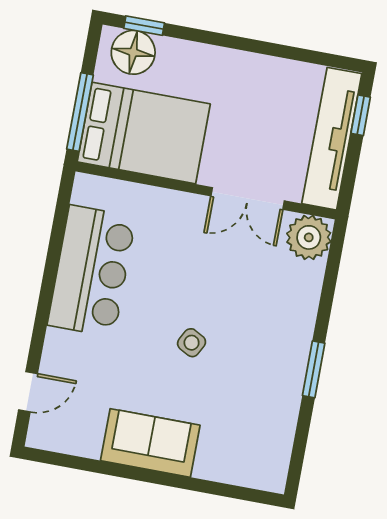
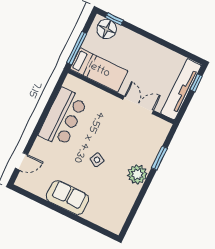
bed: (144, 133) -> (99, 70), width x0.67
double door: (248, 198) -> (138, 105), swing flipped
plant: (309, 237) -> (137, 174), moved
window: (314, 369) -> (159, 158), moved

